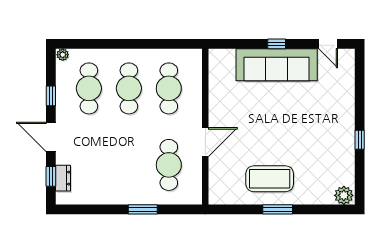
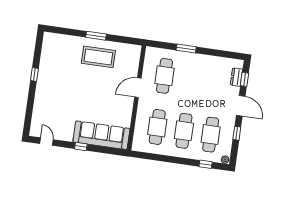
window: (90, 44) -> (206, 164), added
sofa: (277, 65) -> (101, 135), moved
plant: (344, 195) -> (50, 39), removed

